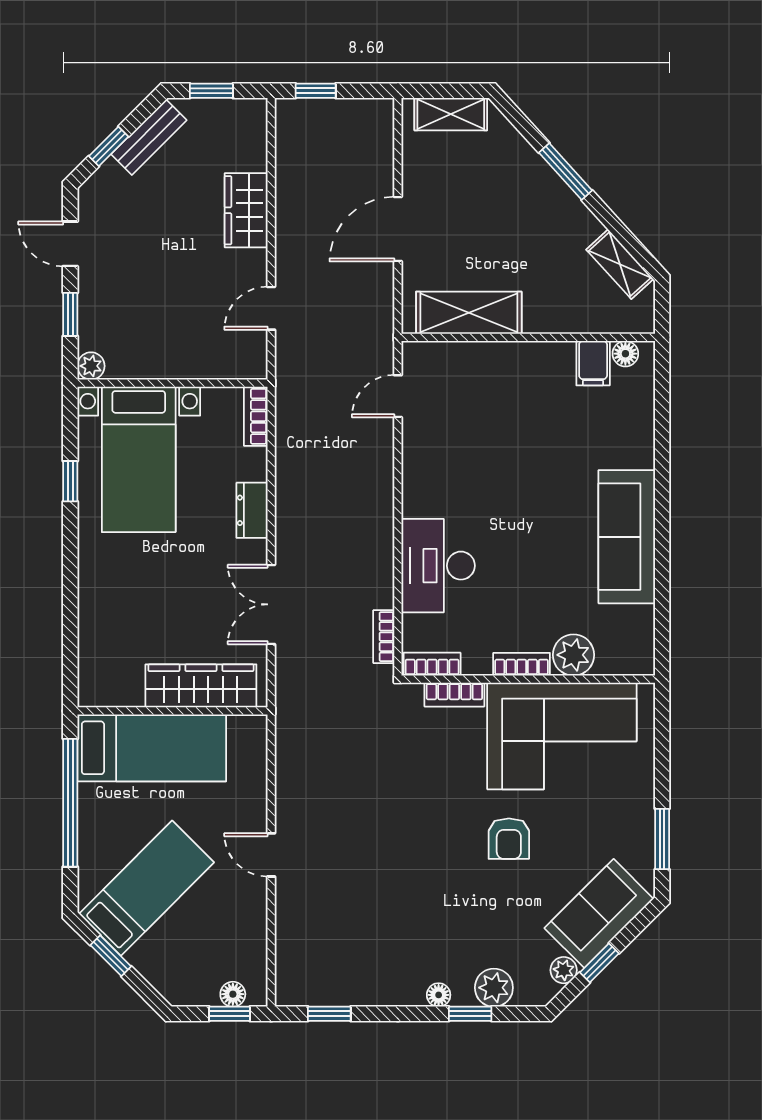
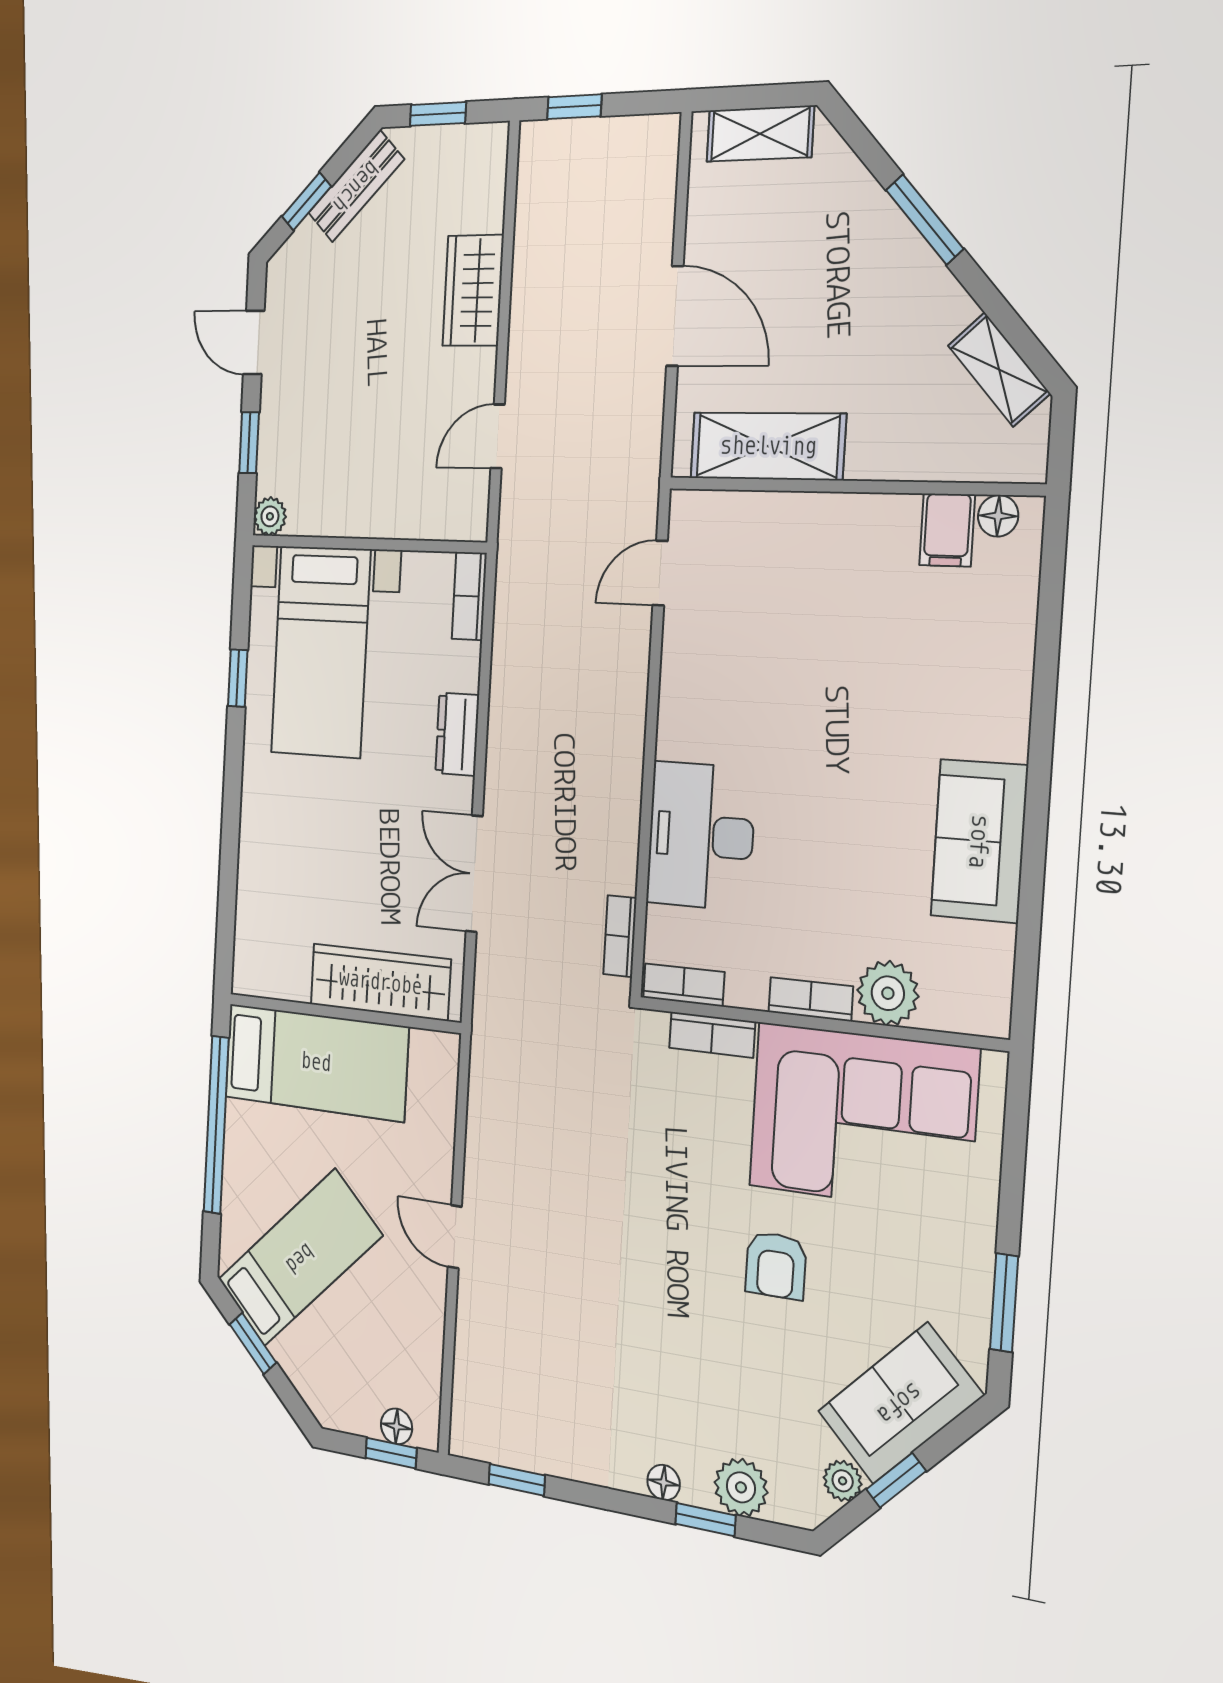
door: (398, 229) -> (675, 316), swing flipped
sofa: (627, 537) -> (979, 841), width x0.73

